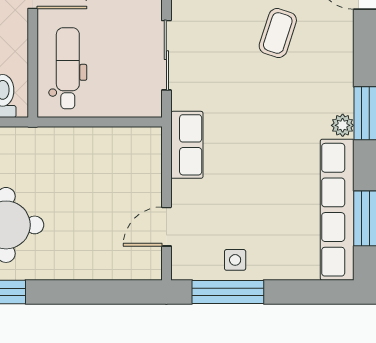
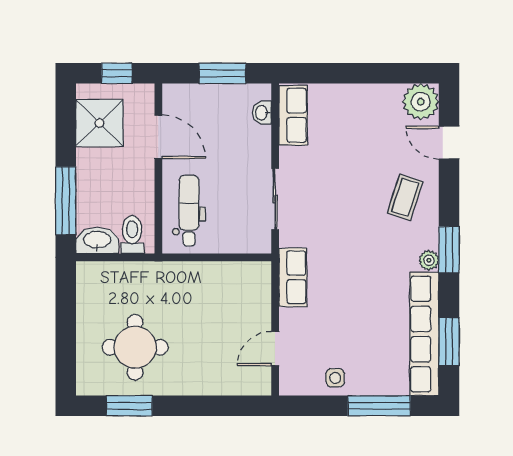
coffee table: (278, 33) -> (405, 197), moved
window: (228, 292) -> (379, 406), moved

